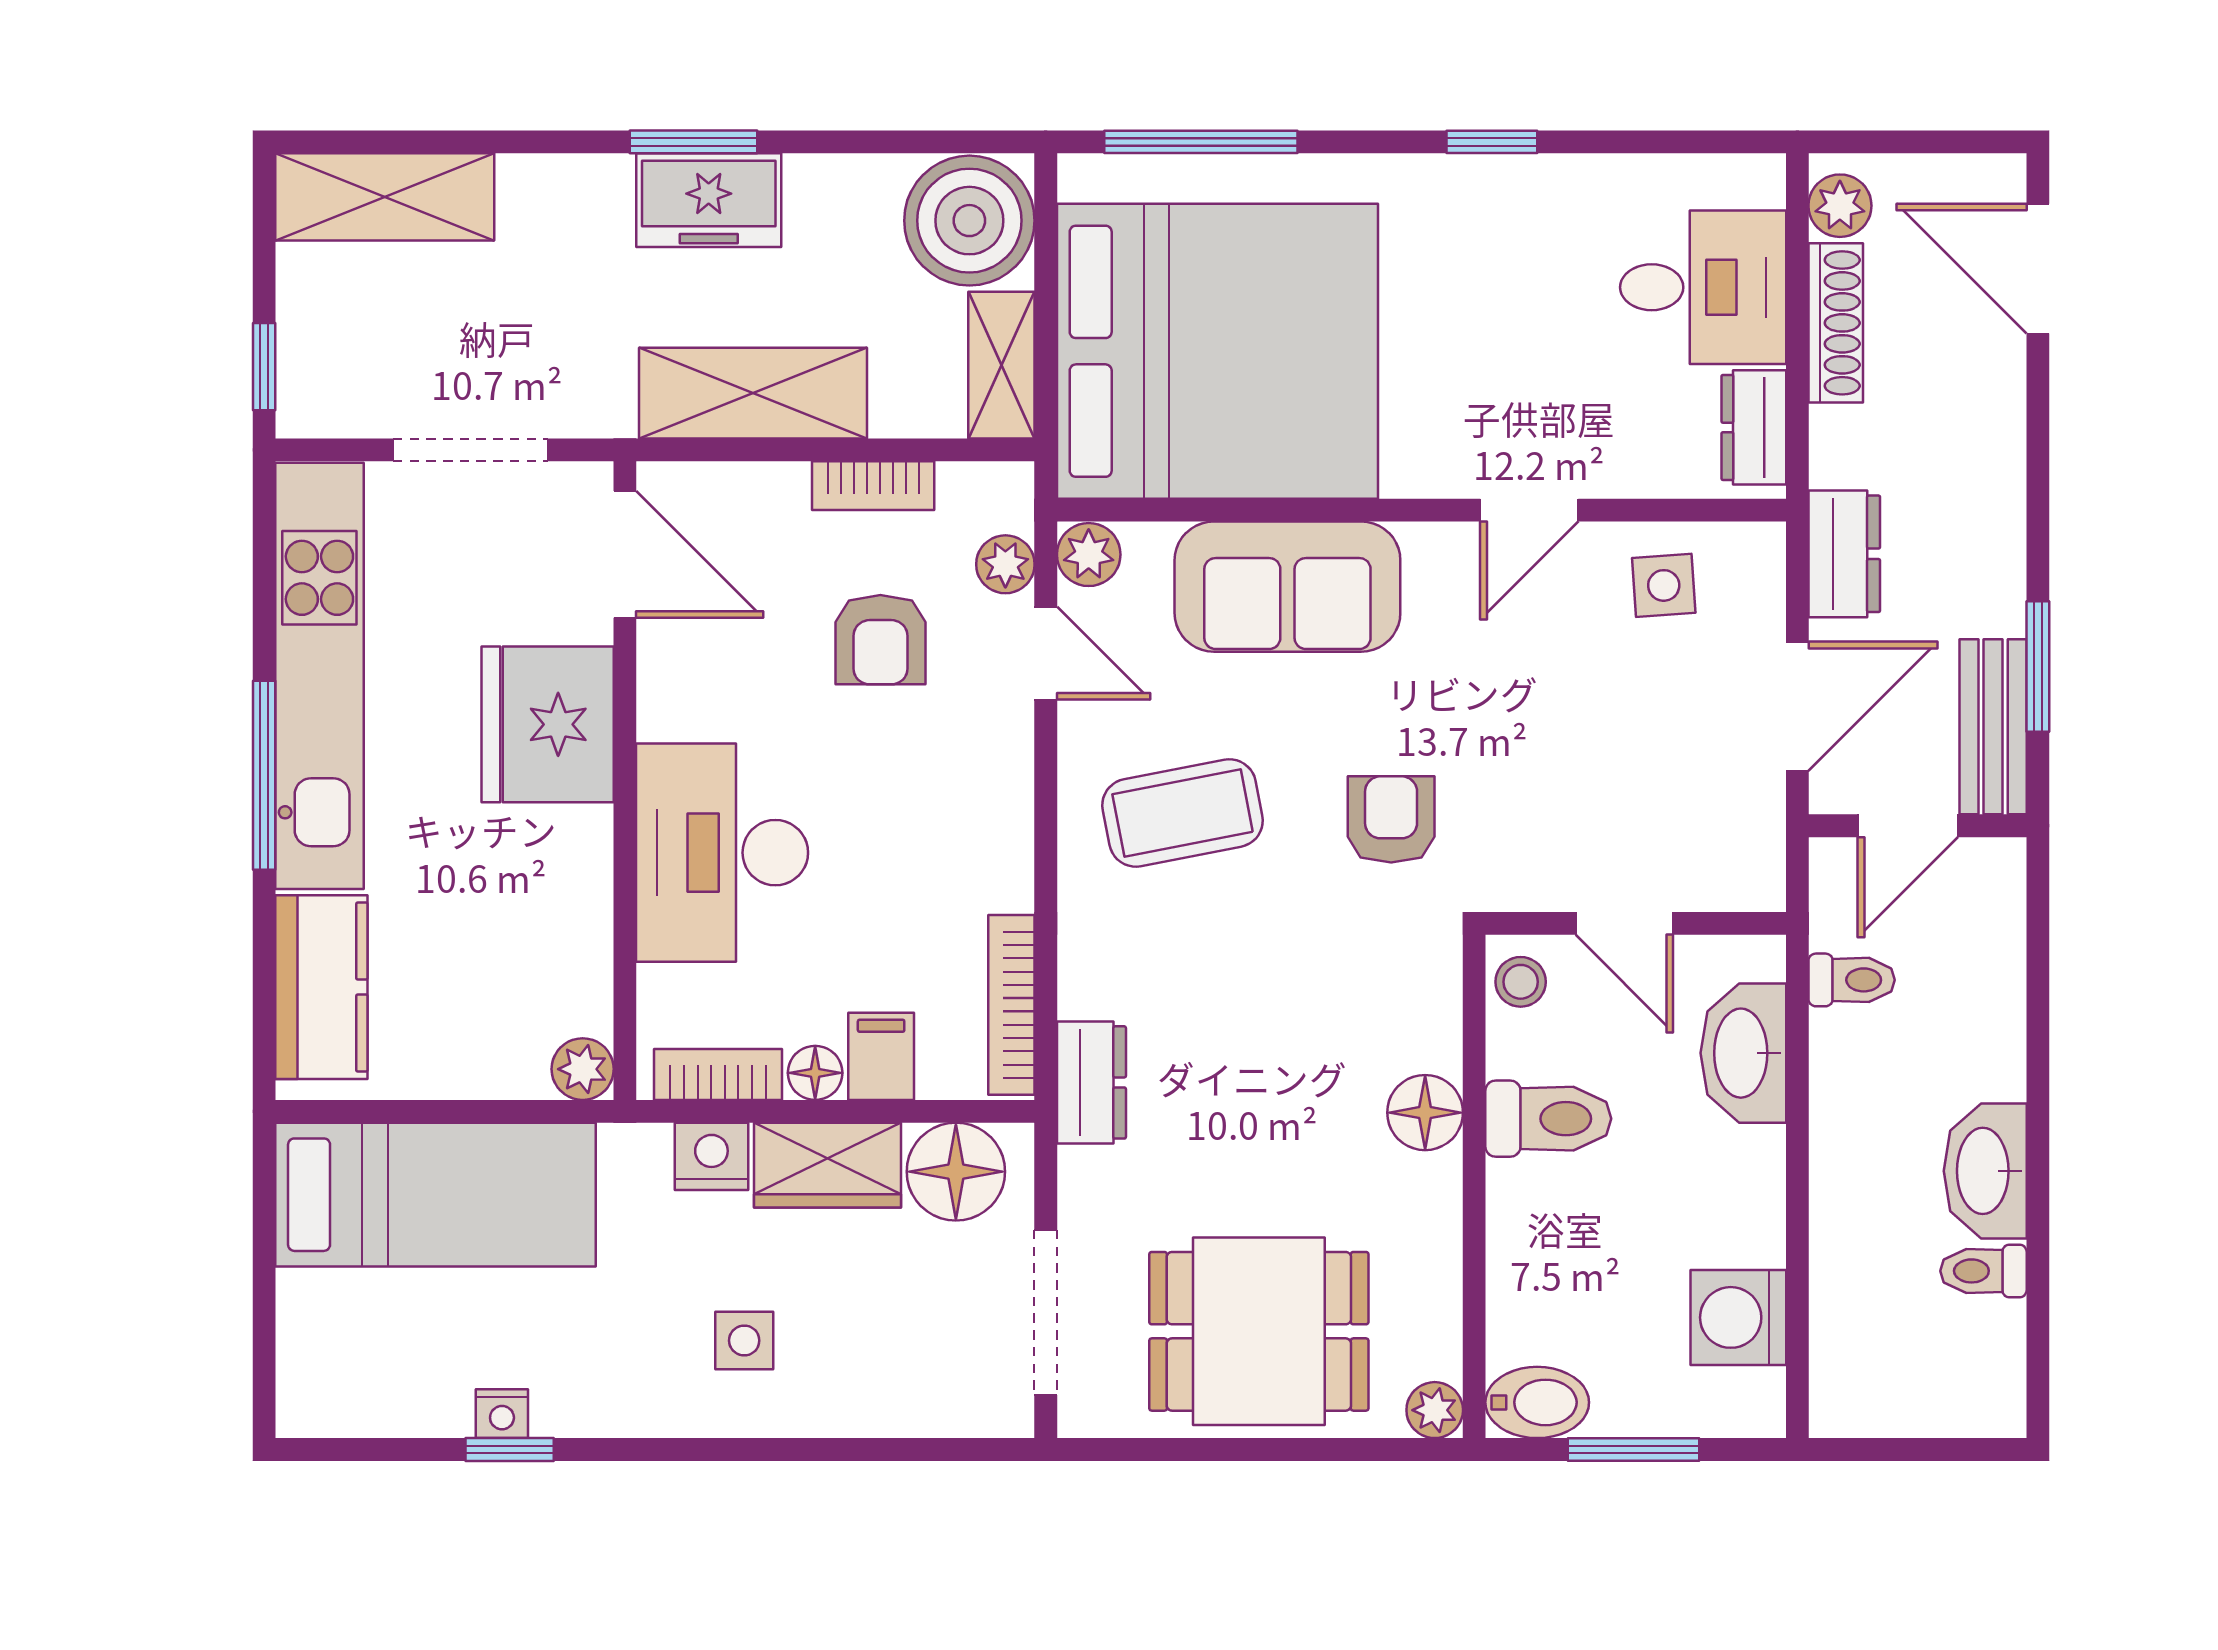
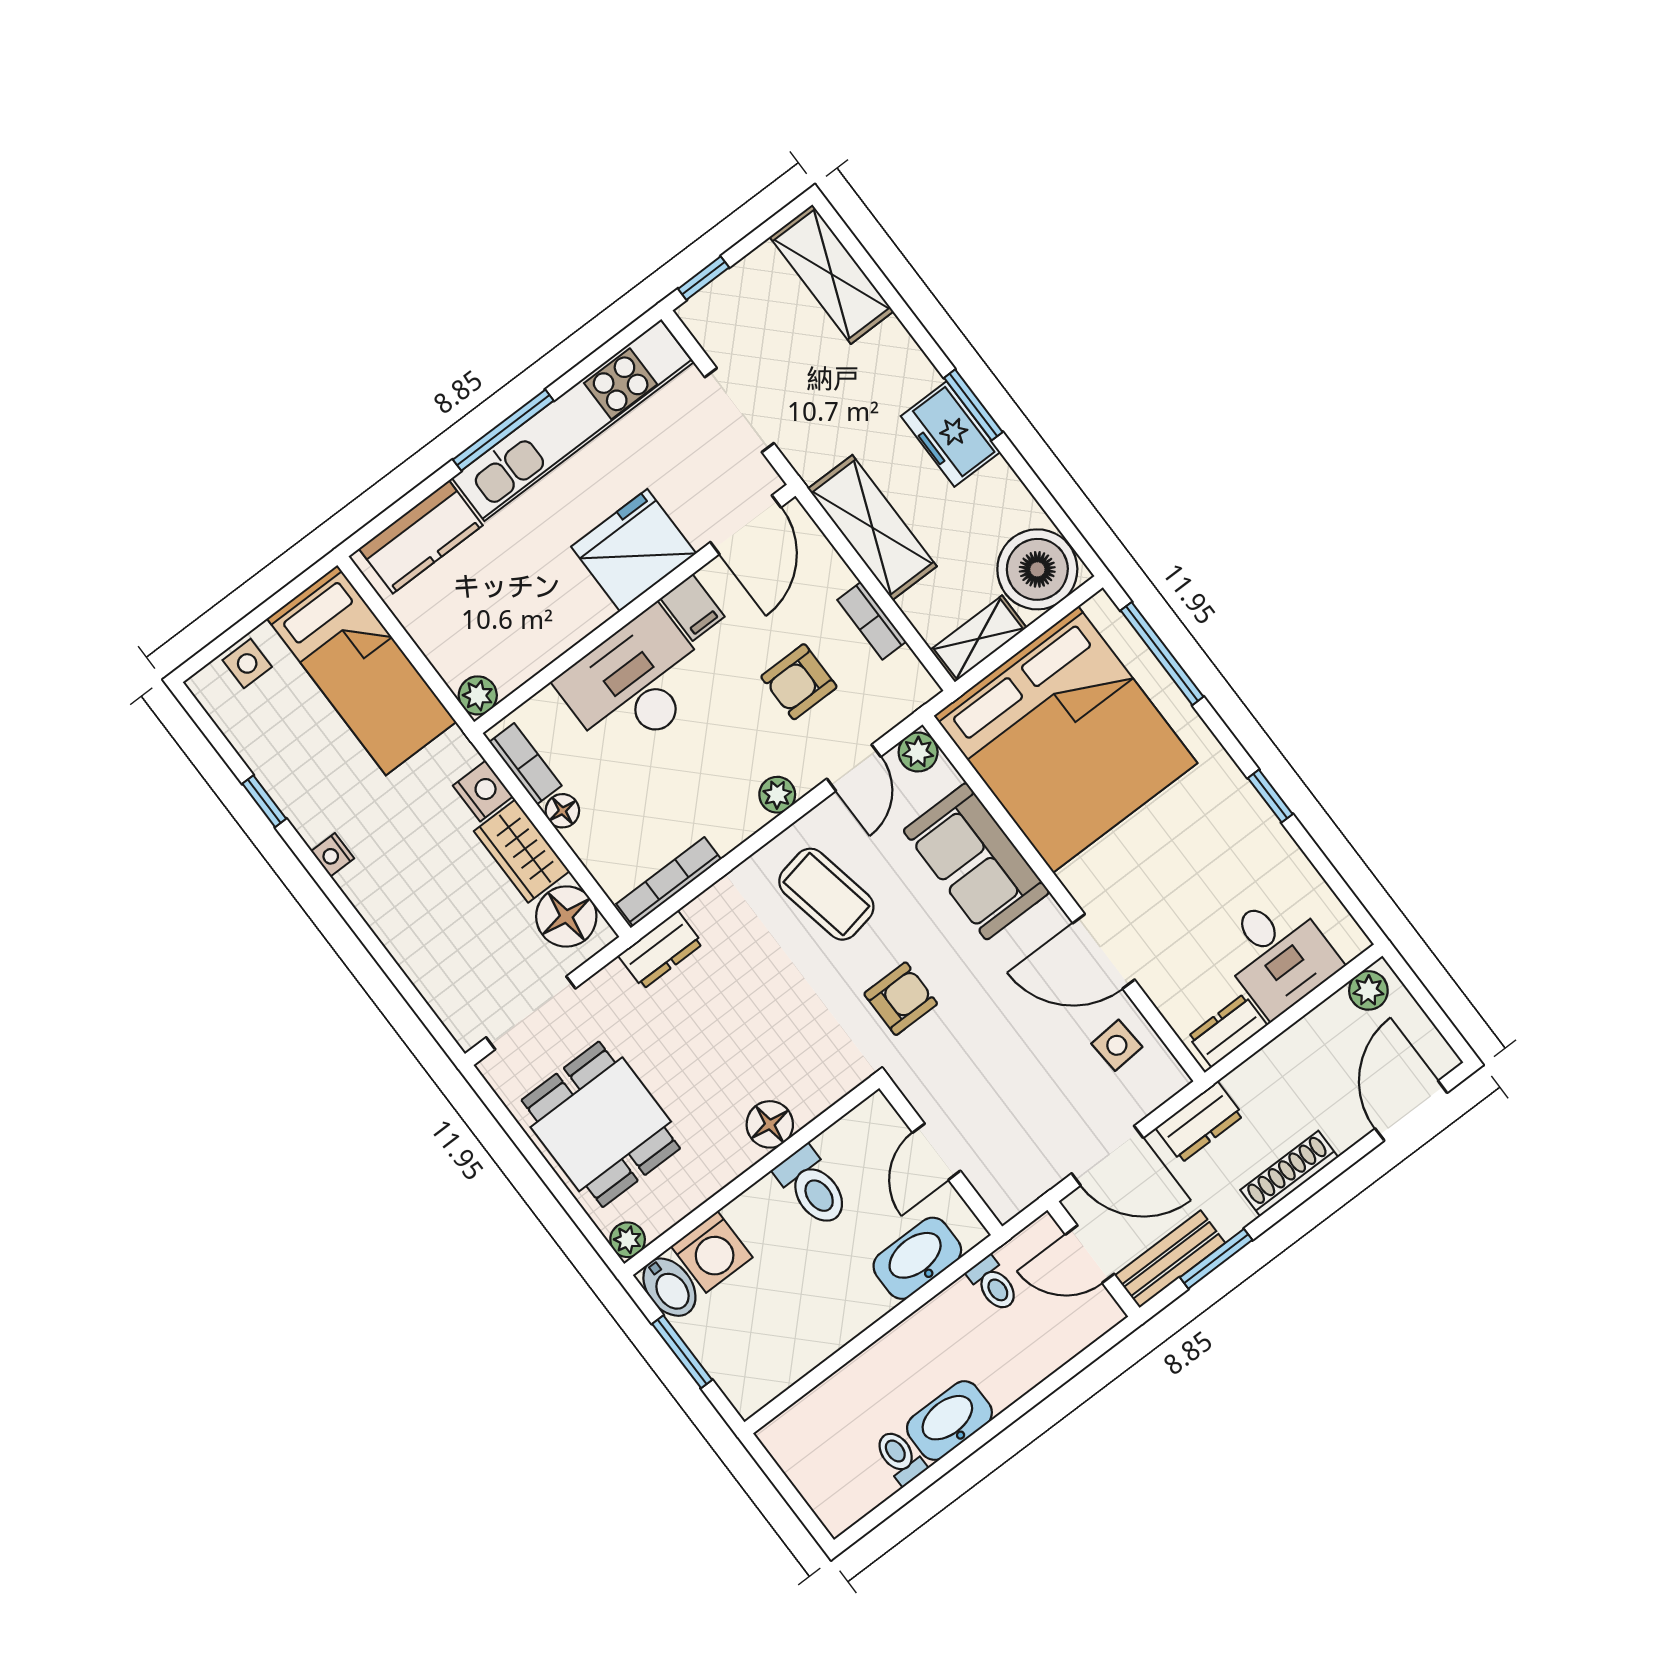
shoe rack: (1836, 323) -> (1289, 1174), moved, turned 180
door: (1529, 510) -> (1104, 951), width x1.38
plant: (1005, 564) -> (777, 795), moved
stool: (1521, 982) -> (869, 1123), removed
filing cabinet: (881, 1056) -> (693, 608), moved, turned 90
washing machine: (1738, 1317) -> (712, 1252), moved, turned 180
side table: (744, 1341) -> (247, 663), moved
nightstand: (502, 1414) -> (333, 855), moved

